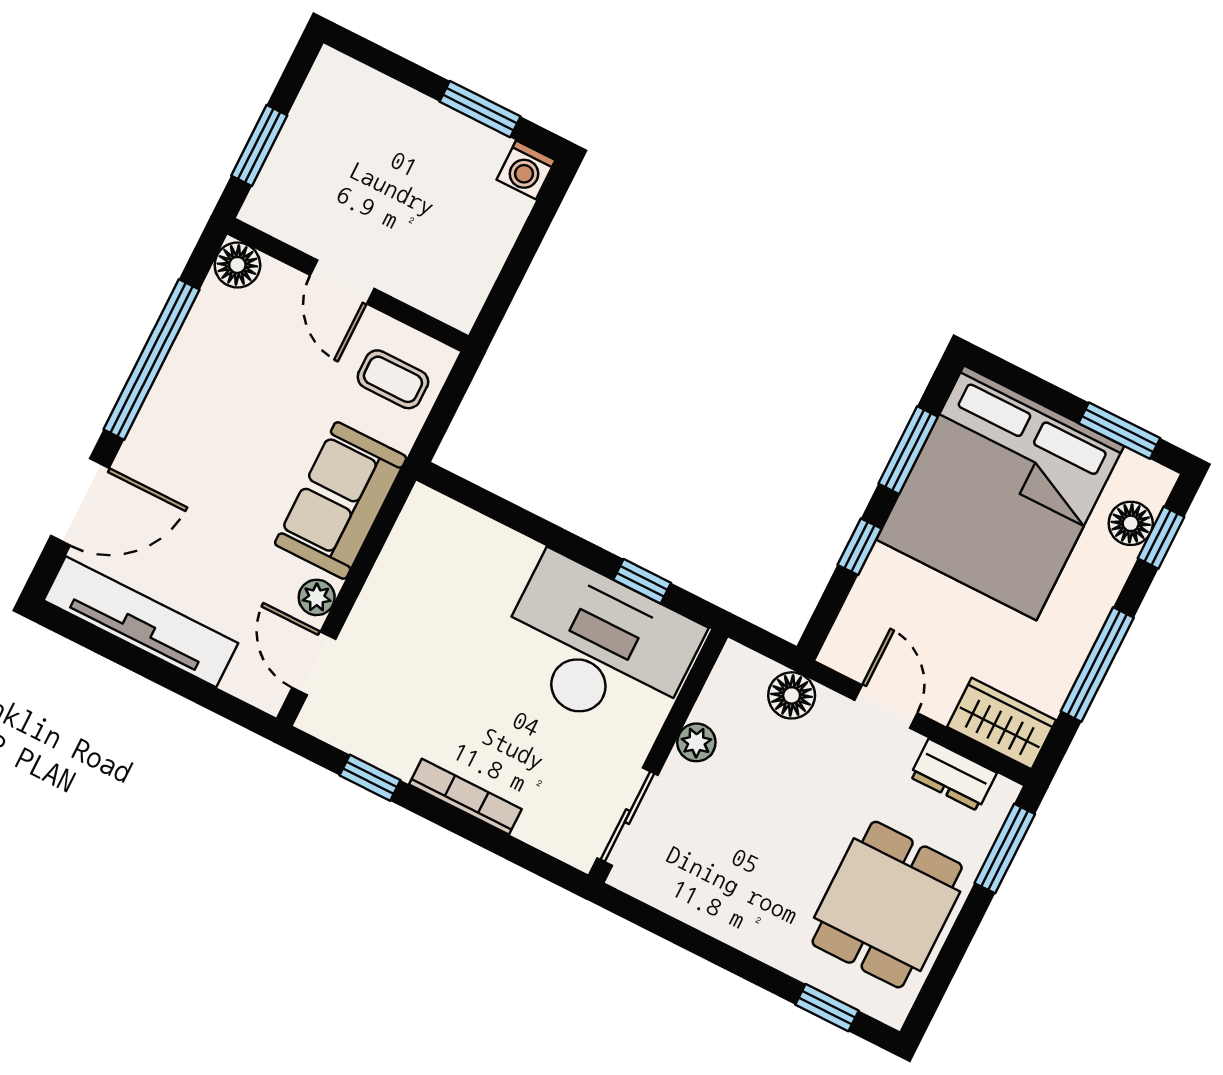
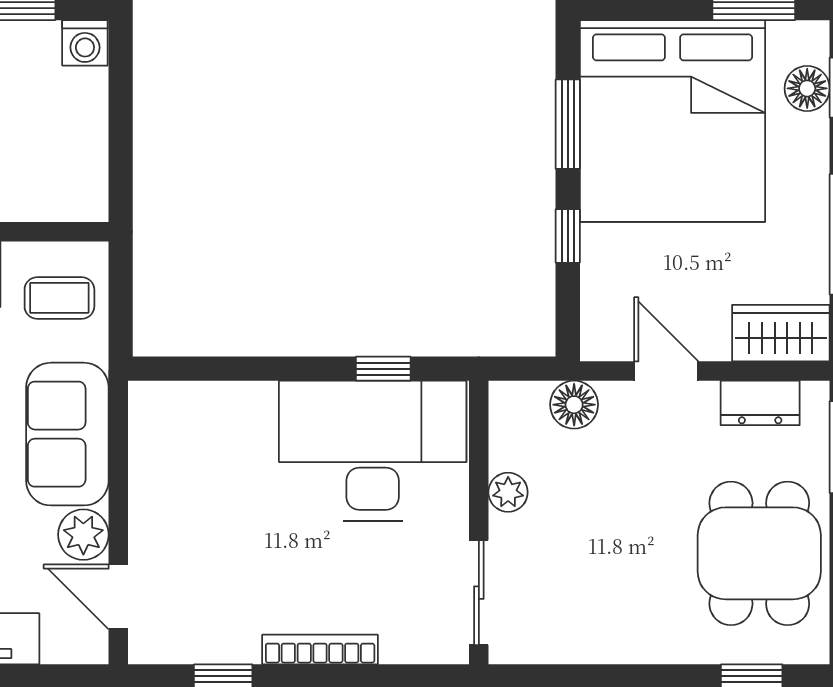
plant: (317, 597) -> (83, 535), width x1.38, depth x1.38

